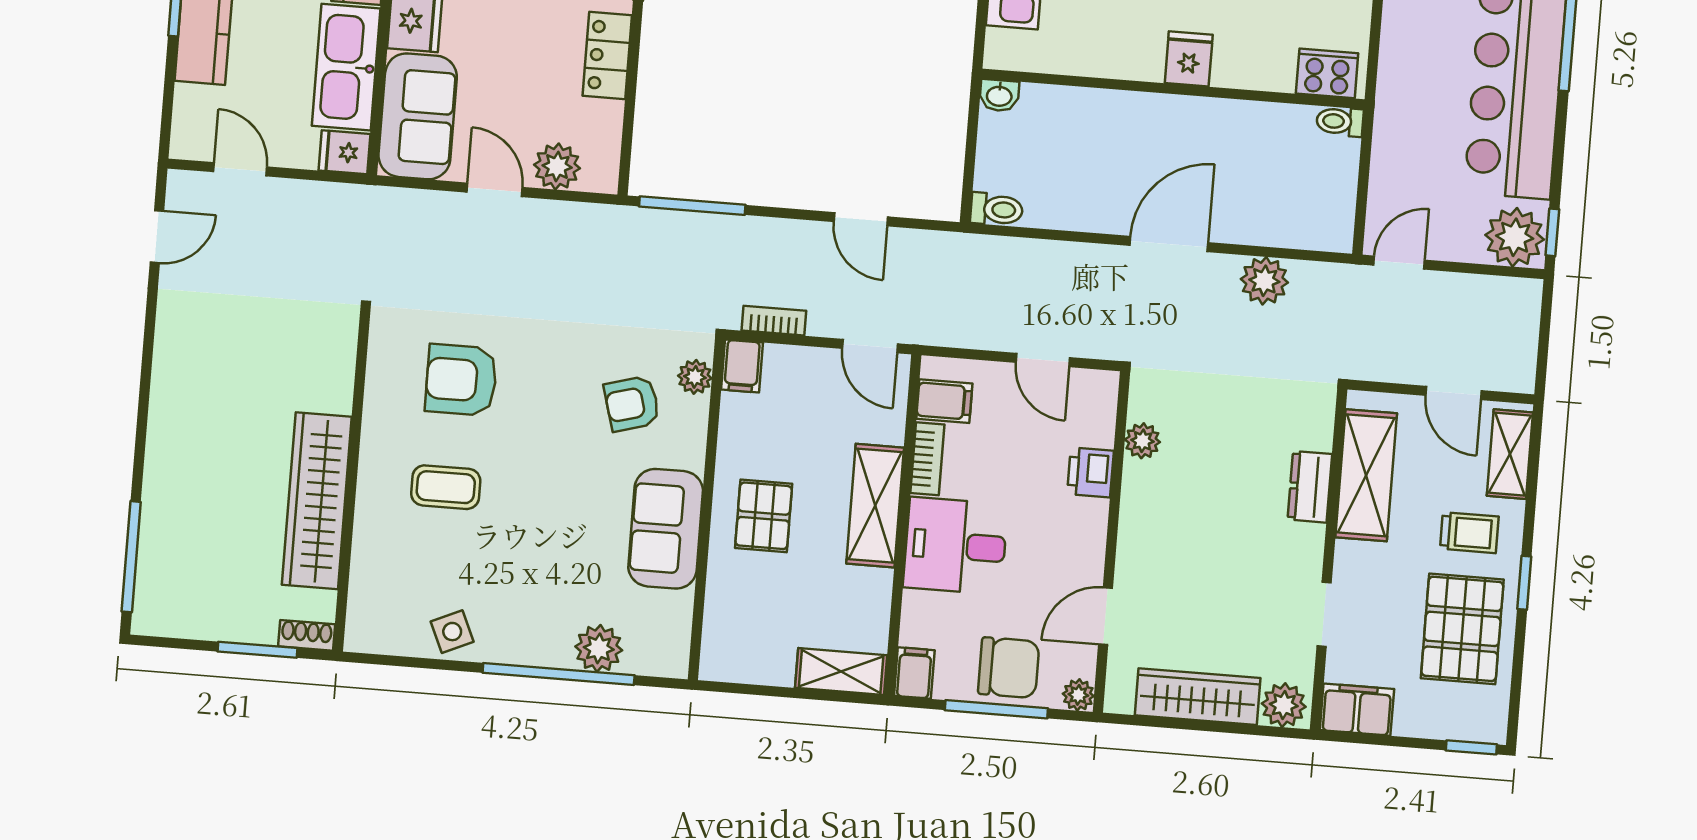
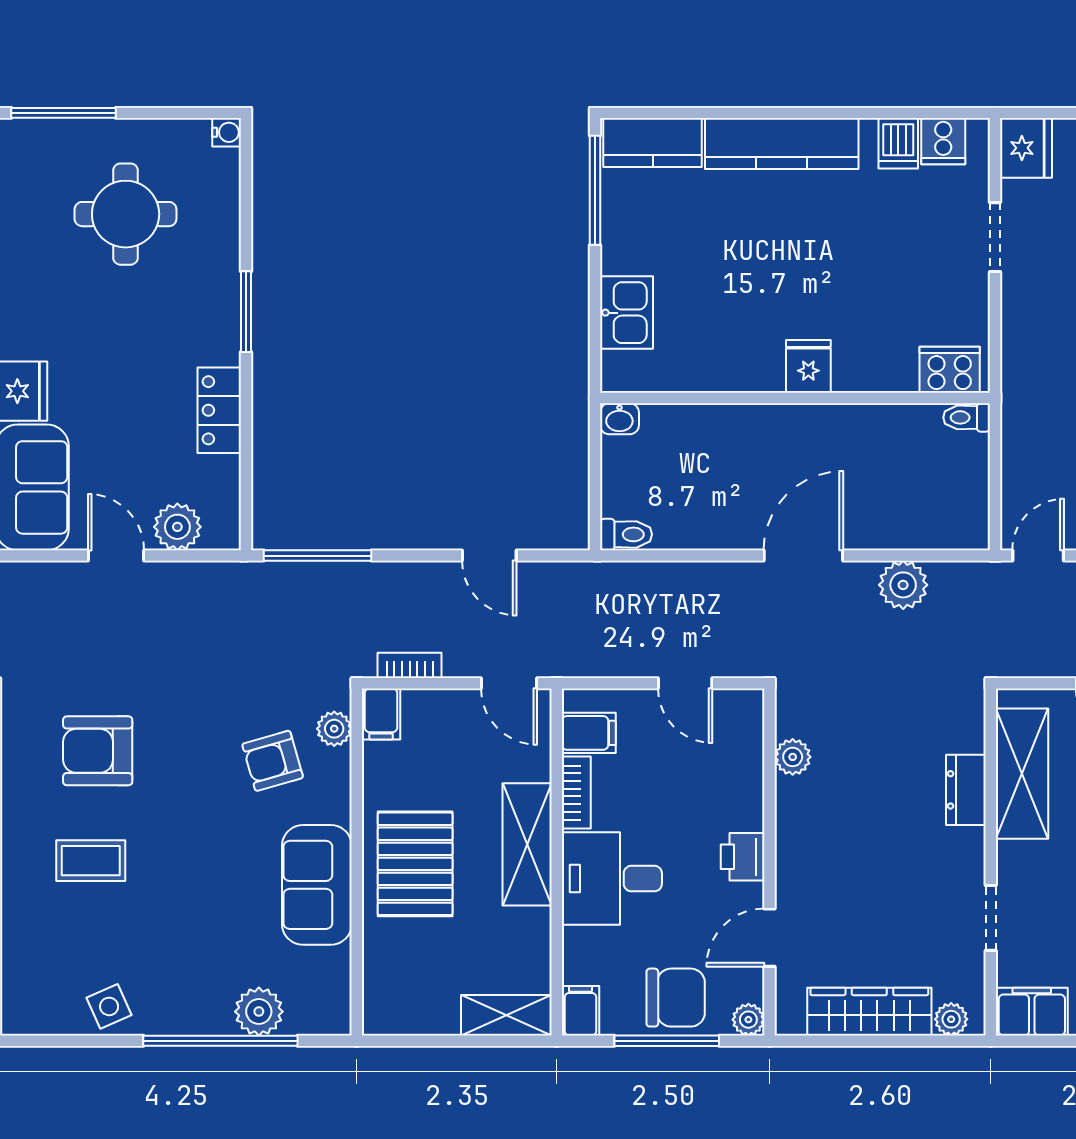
printer: (1090, 472) -> (743, 857), moved
pallet: (764, 516) -> (415, 864), width x1.50, depth x1.42
plant: (1284, 705) -> (951, 1019), width x0.73, depth x0.73

